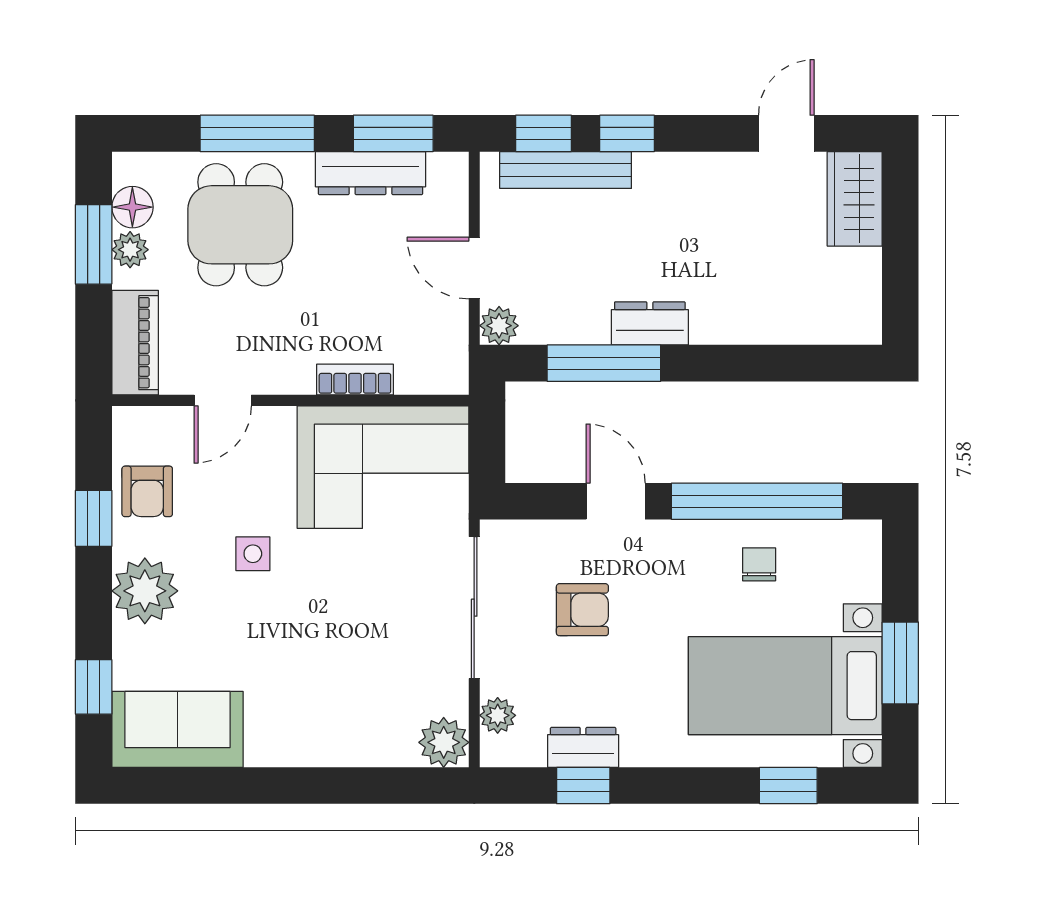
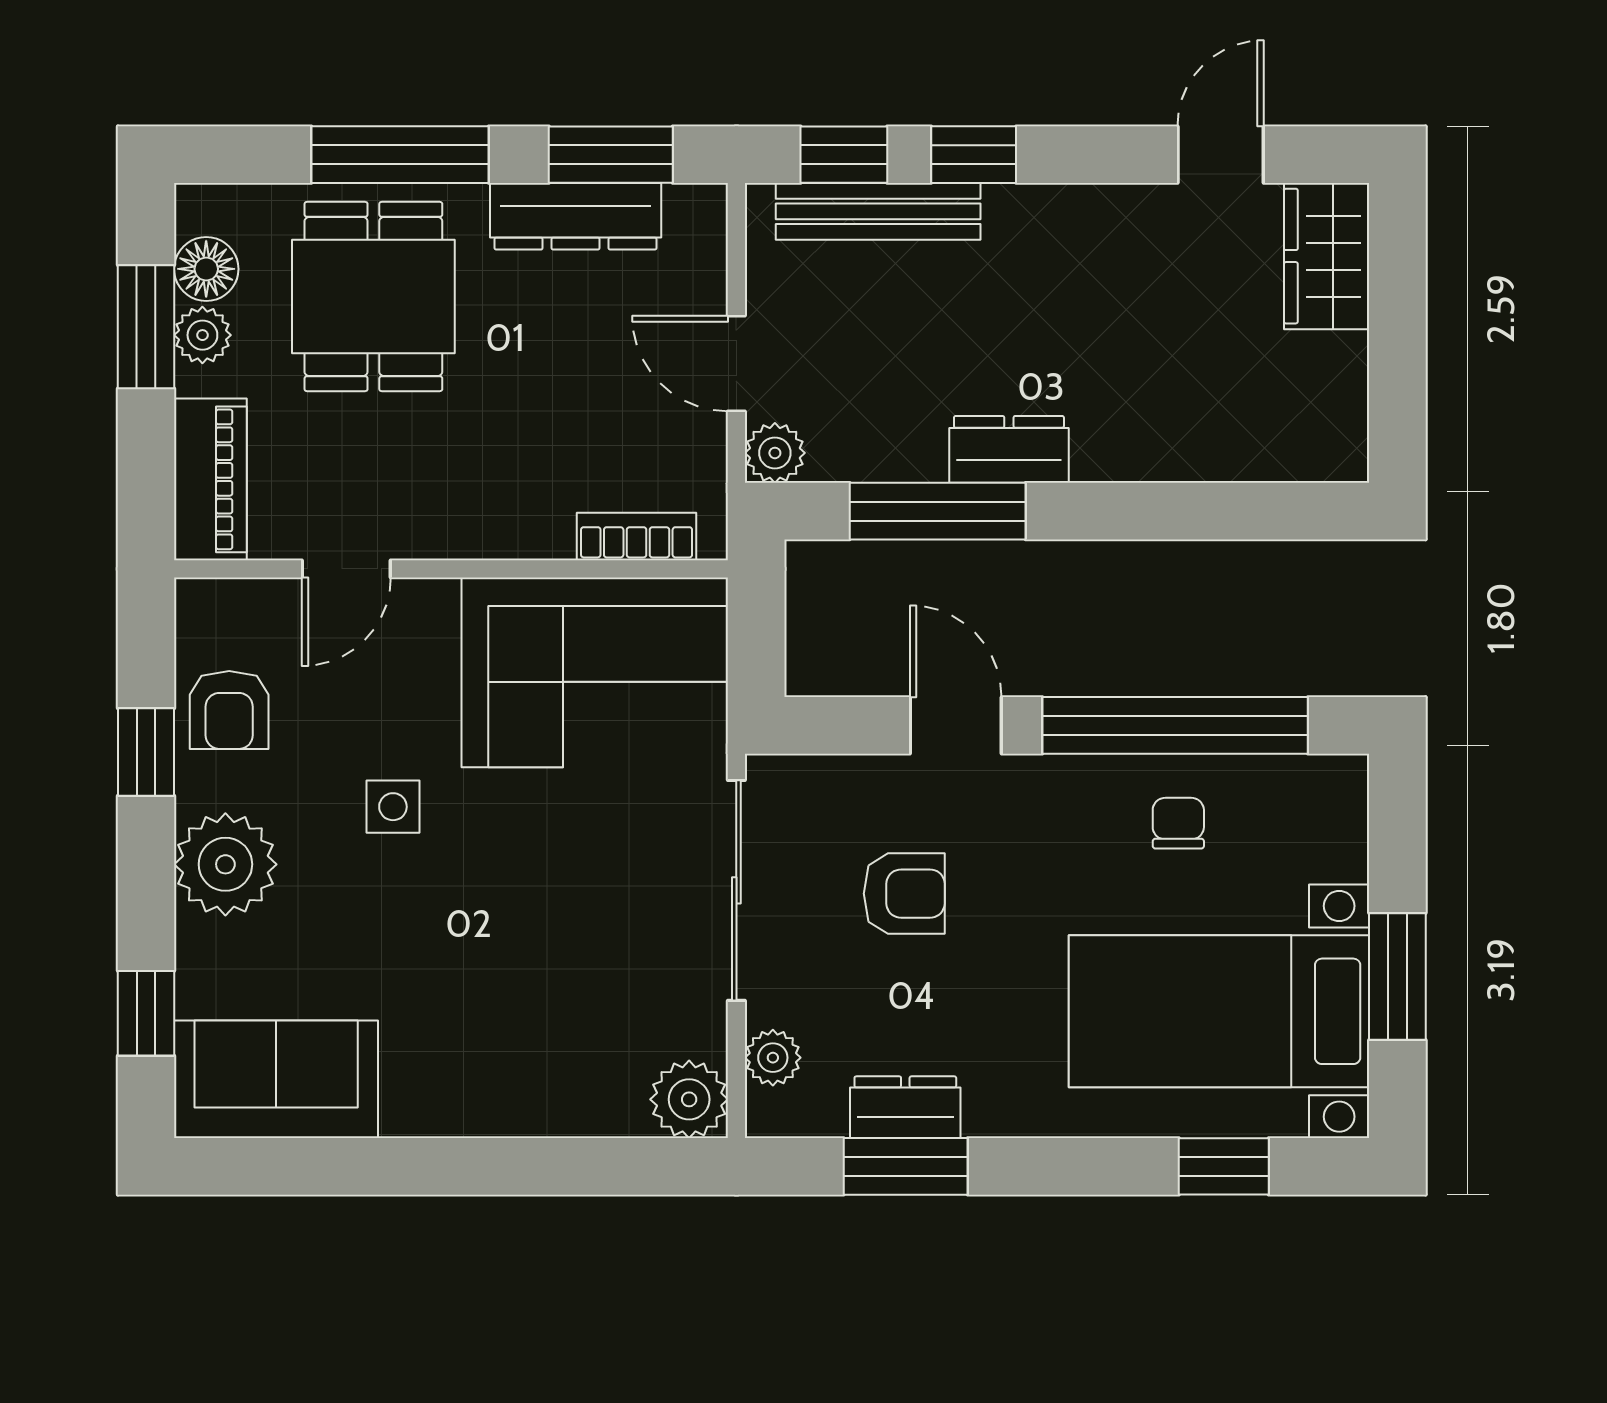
bookcase: (355, 380) -> (637, 537), moved
window: (583, 786) -> (906, 1166), width x1.50

